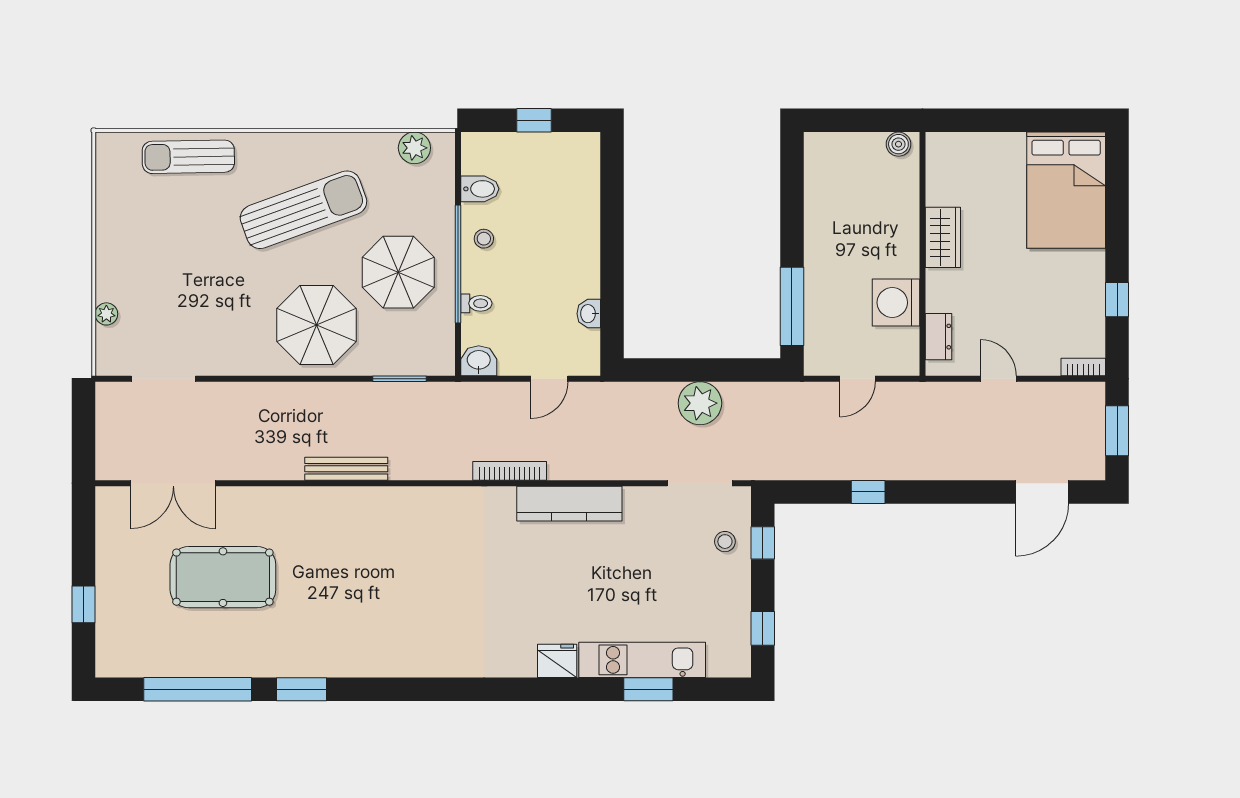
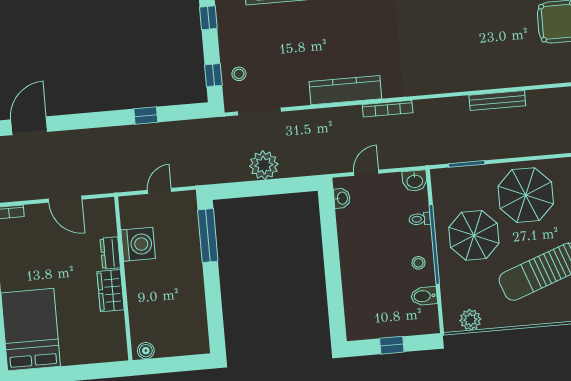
washbasin: (589, 314) -> (342, 198), moved
dresser: (939, 337) -> (110, 253), moved
door: (998, 379) -> (65, 199), width x1.38

